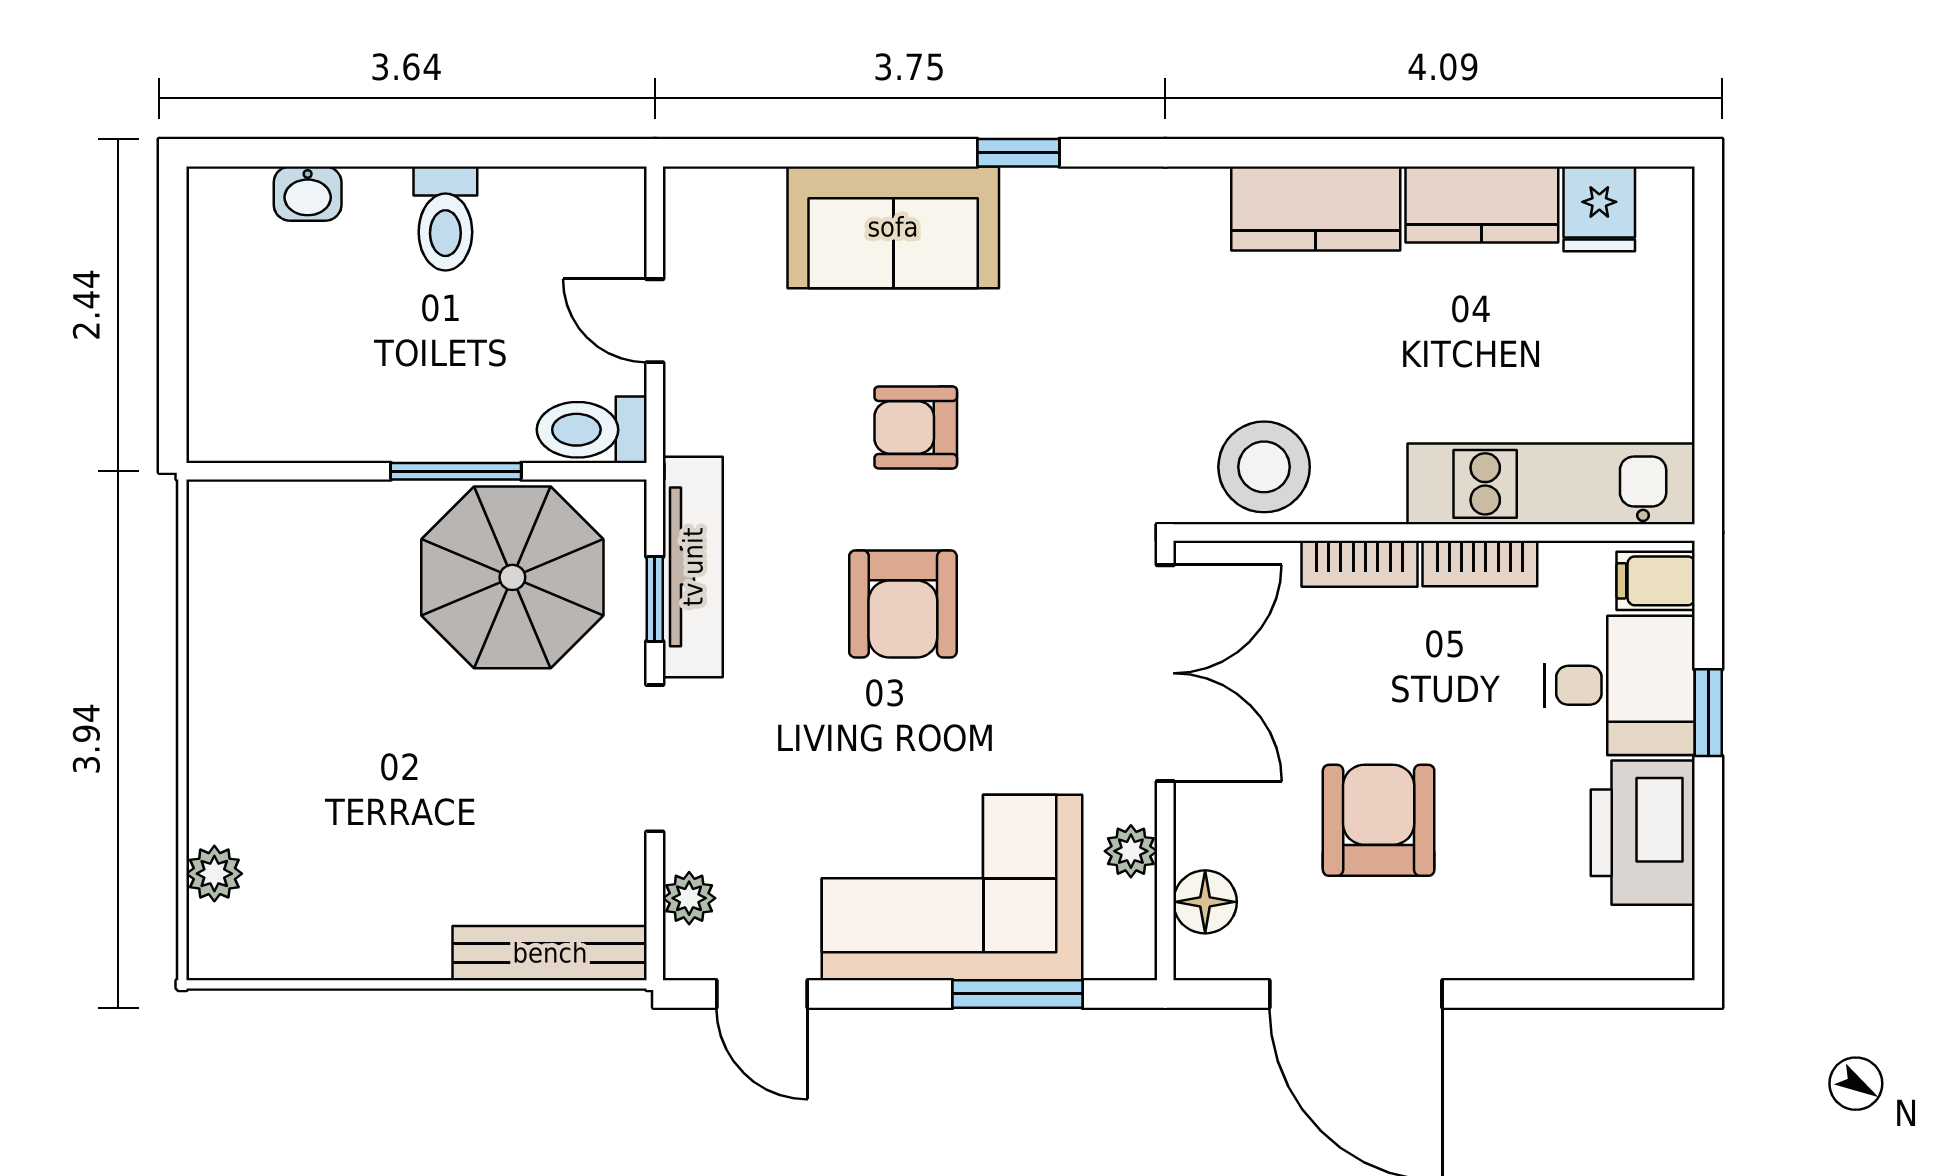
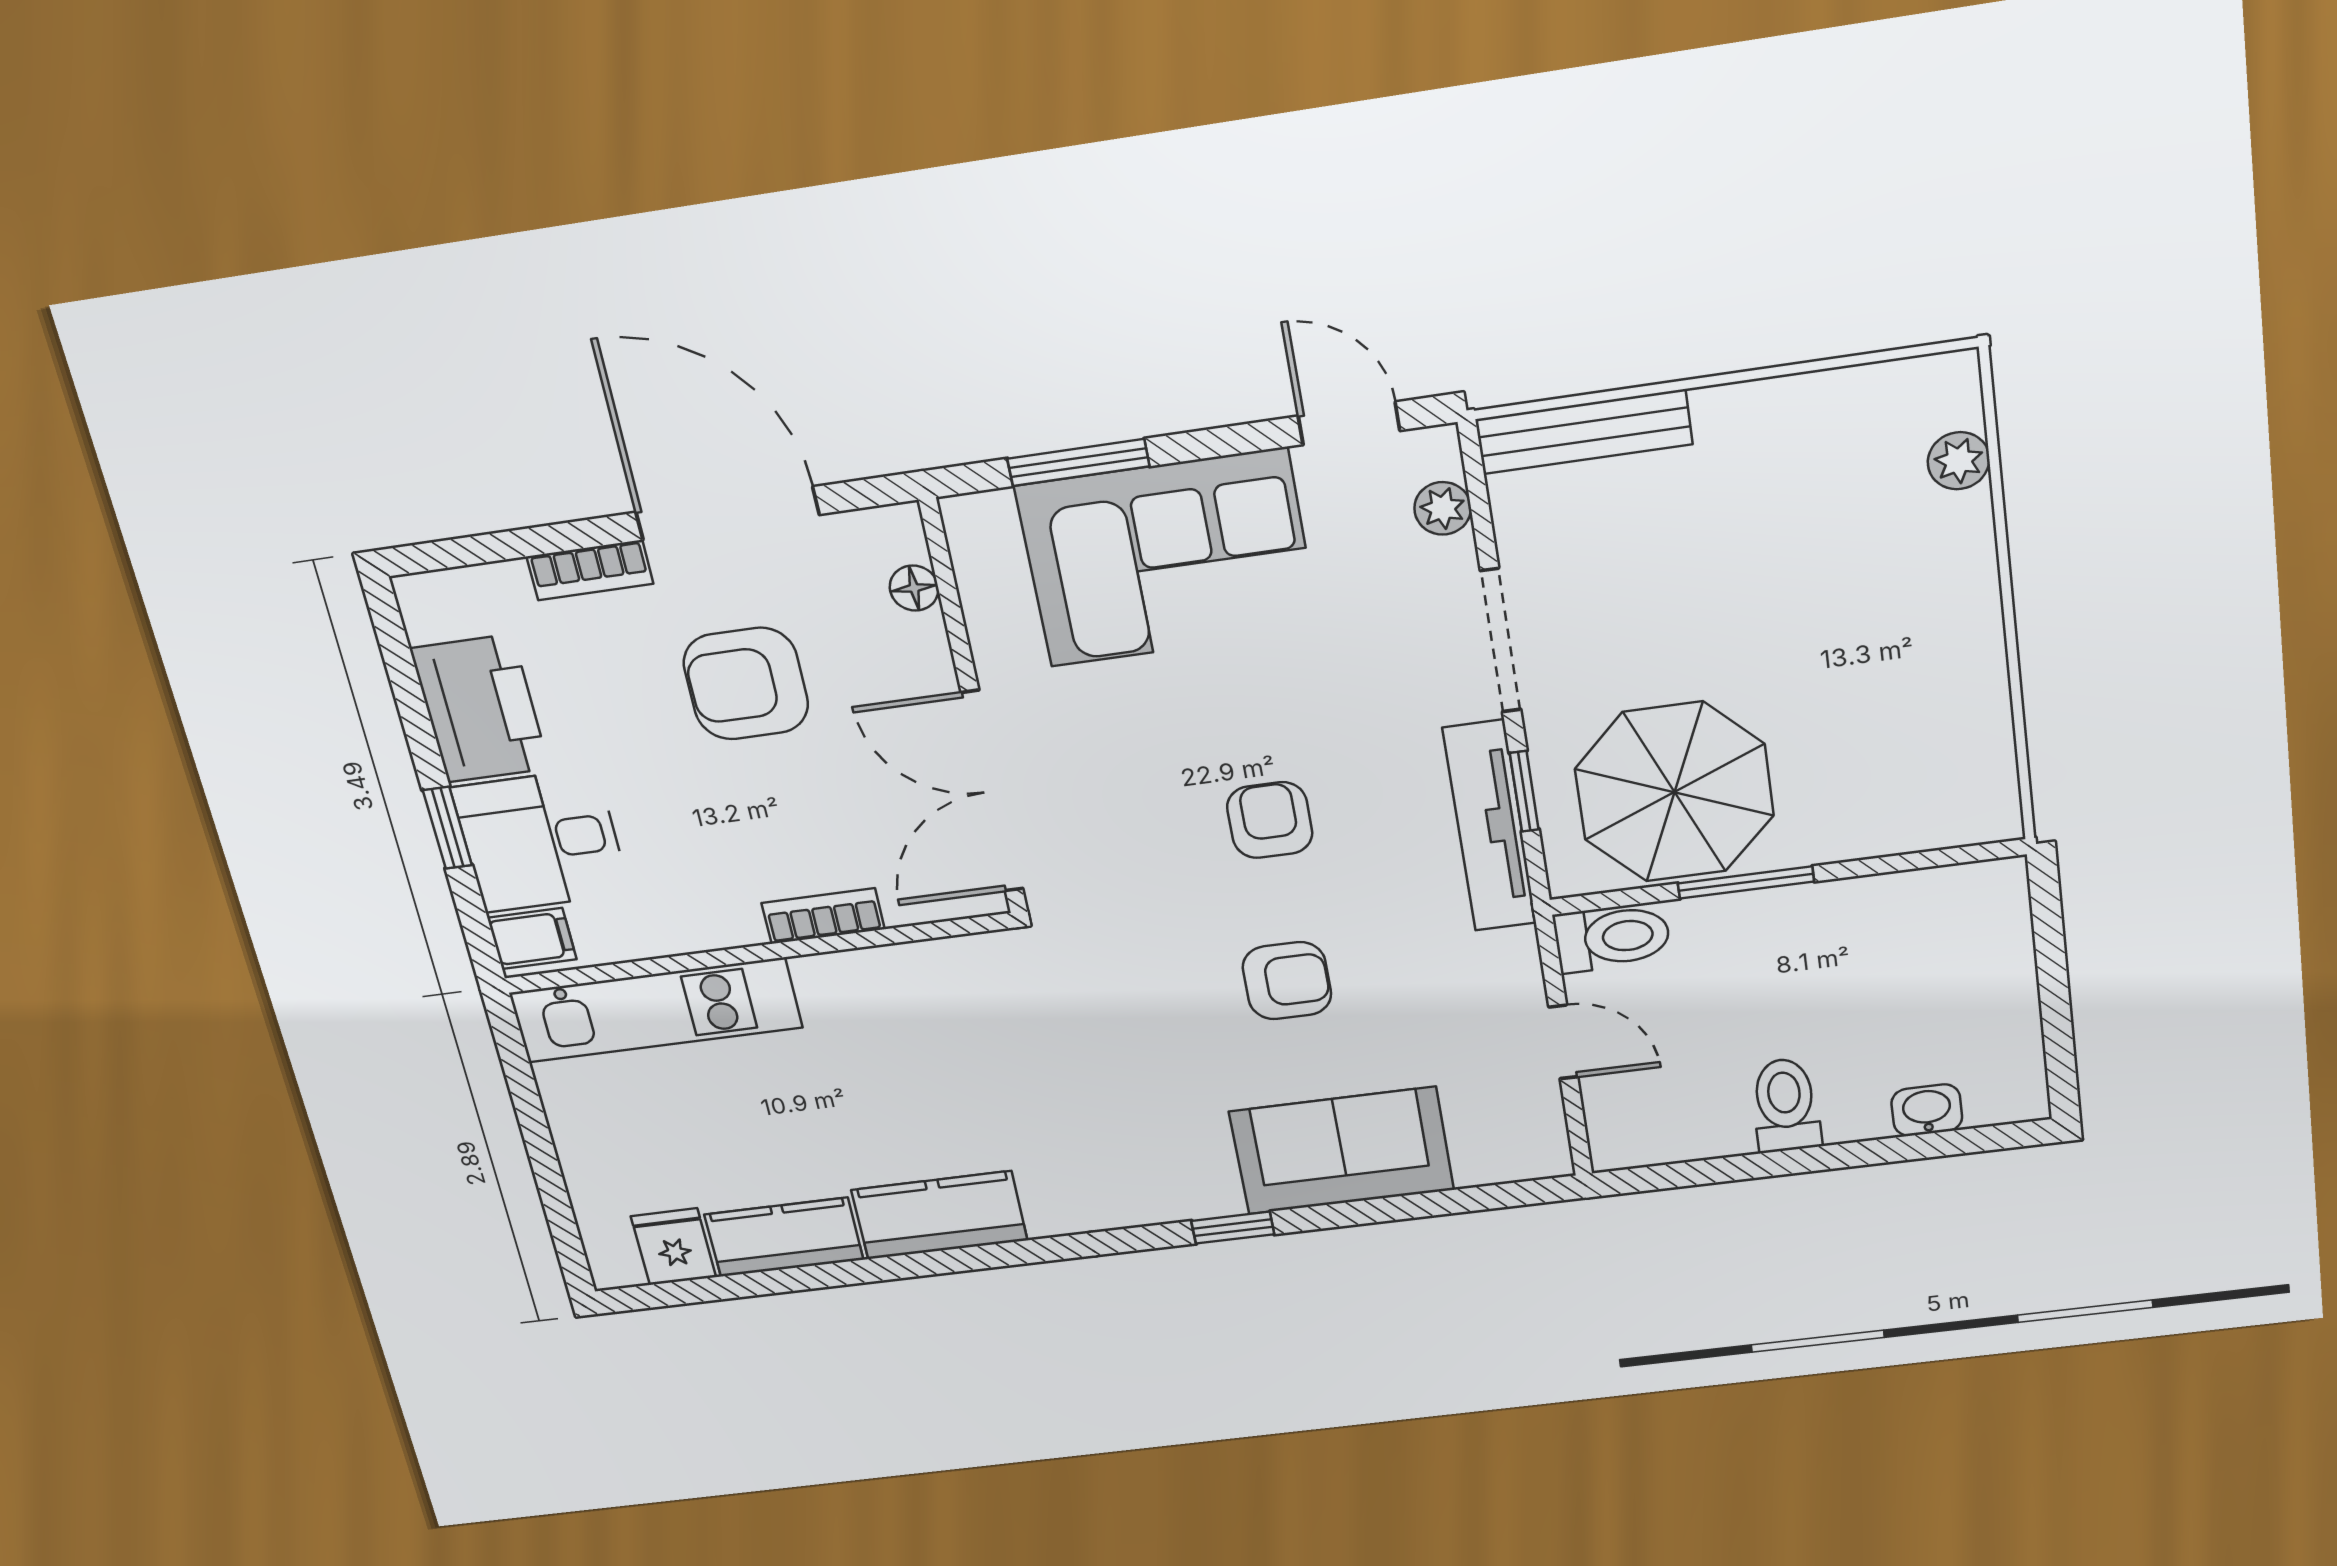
stool: (1264, 467) -> (937, 989), removed
bookcase: (1480, 563) -> (590, 570), moved, turned 180
armchair: (903, 604) -> (1270, 820), width x0.72, depth x0.72
armchair: (1379, 820) -> (746, 684), turned 90
plant: (1131, 851) -> (990, 619), removed
floor lamp: (1205, 902) -> (914, 588), width x0.73, depth x0.73

